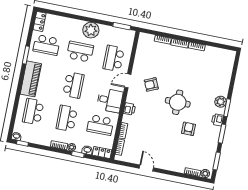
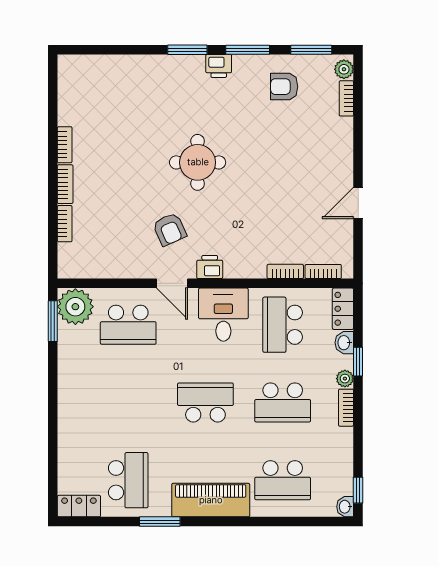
plant: (91, 30) -> (75, 307), moved
school desk: (80, 52) -> (128, 402), removed
plant: (221, 102) -> (177, 67), removed
printer: (129, 109) -> (210, 267), moved
school desk: (100, 125) -> (283, 325), turned 180
armchair: (188, 129) -> (284, 87), moved

